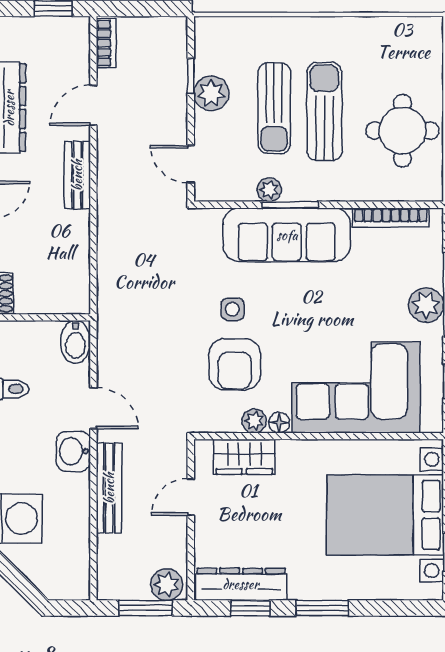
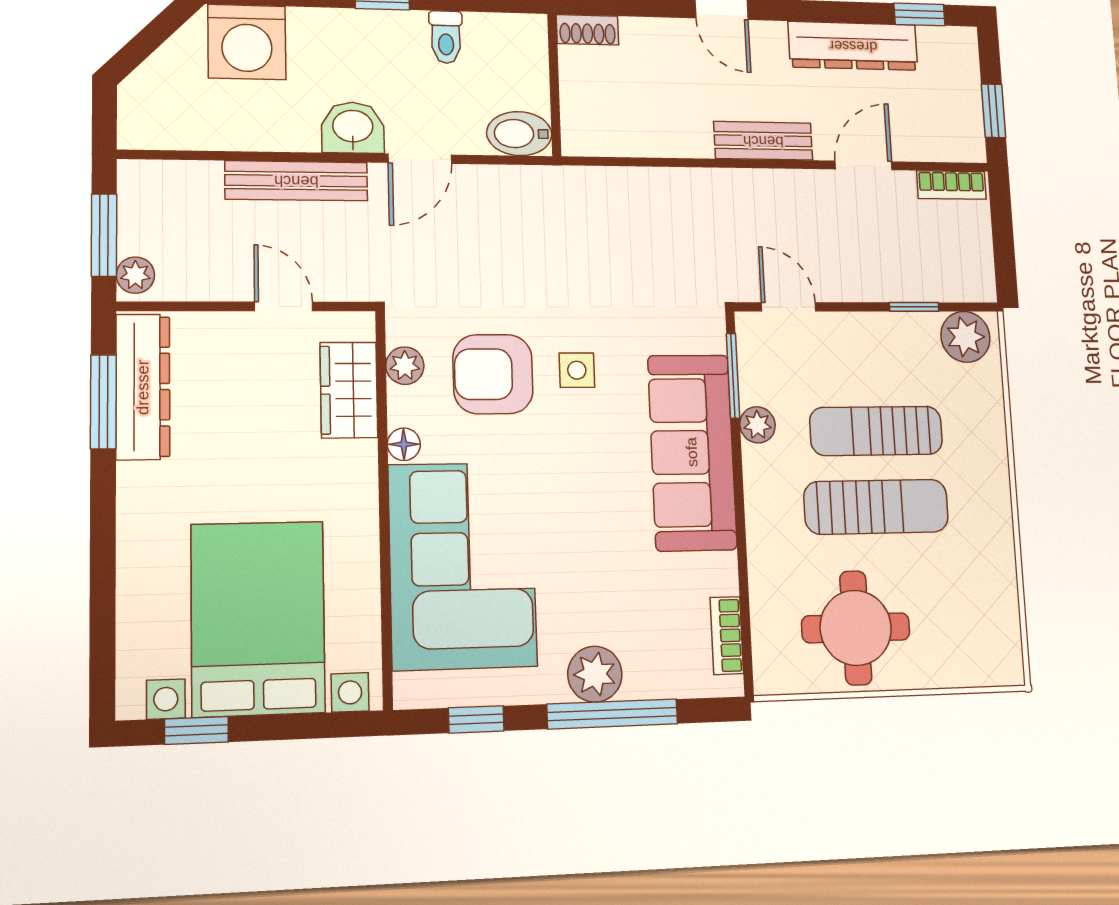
plant: (211, 93) -> (965, 337), moved
door: (93, 105) -> (864, 165), hinge flipped
door: (191, 164) -> (789, 307), hinge flipped
window: (290, 205) -> (733, 376), moved
bookcase: (391, 218) -> (727, 635), width x0.64
plant: (254, 421) -> (405, 366), moved
plant: (167, 584) -> (135, 275), width x0.73, depth x0.73
window: (250, 608) -> (103, 402), width x1.50
window: (322, 608) -> (103, 519), removed

